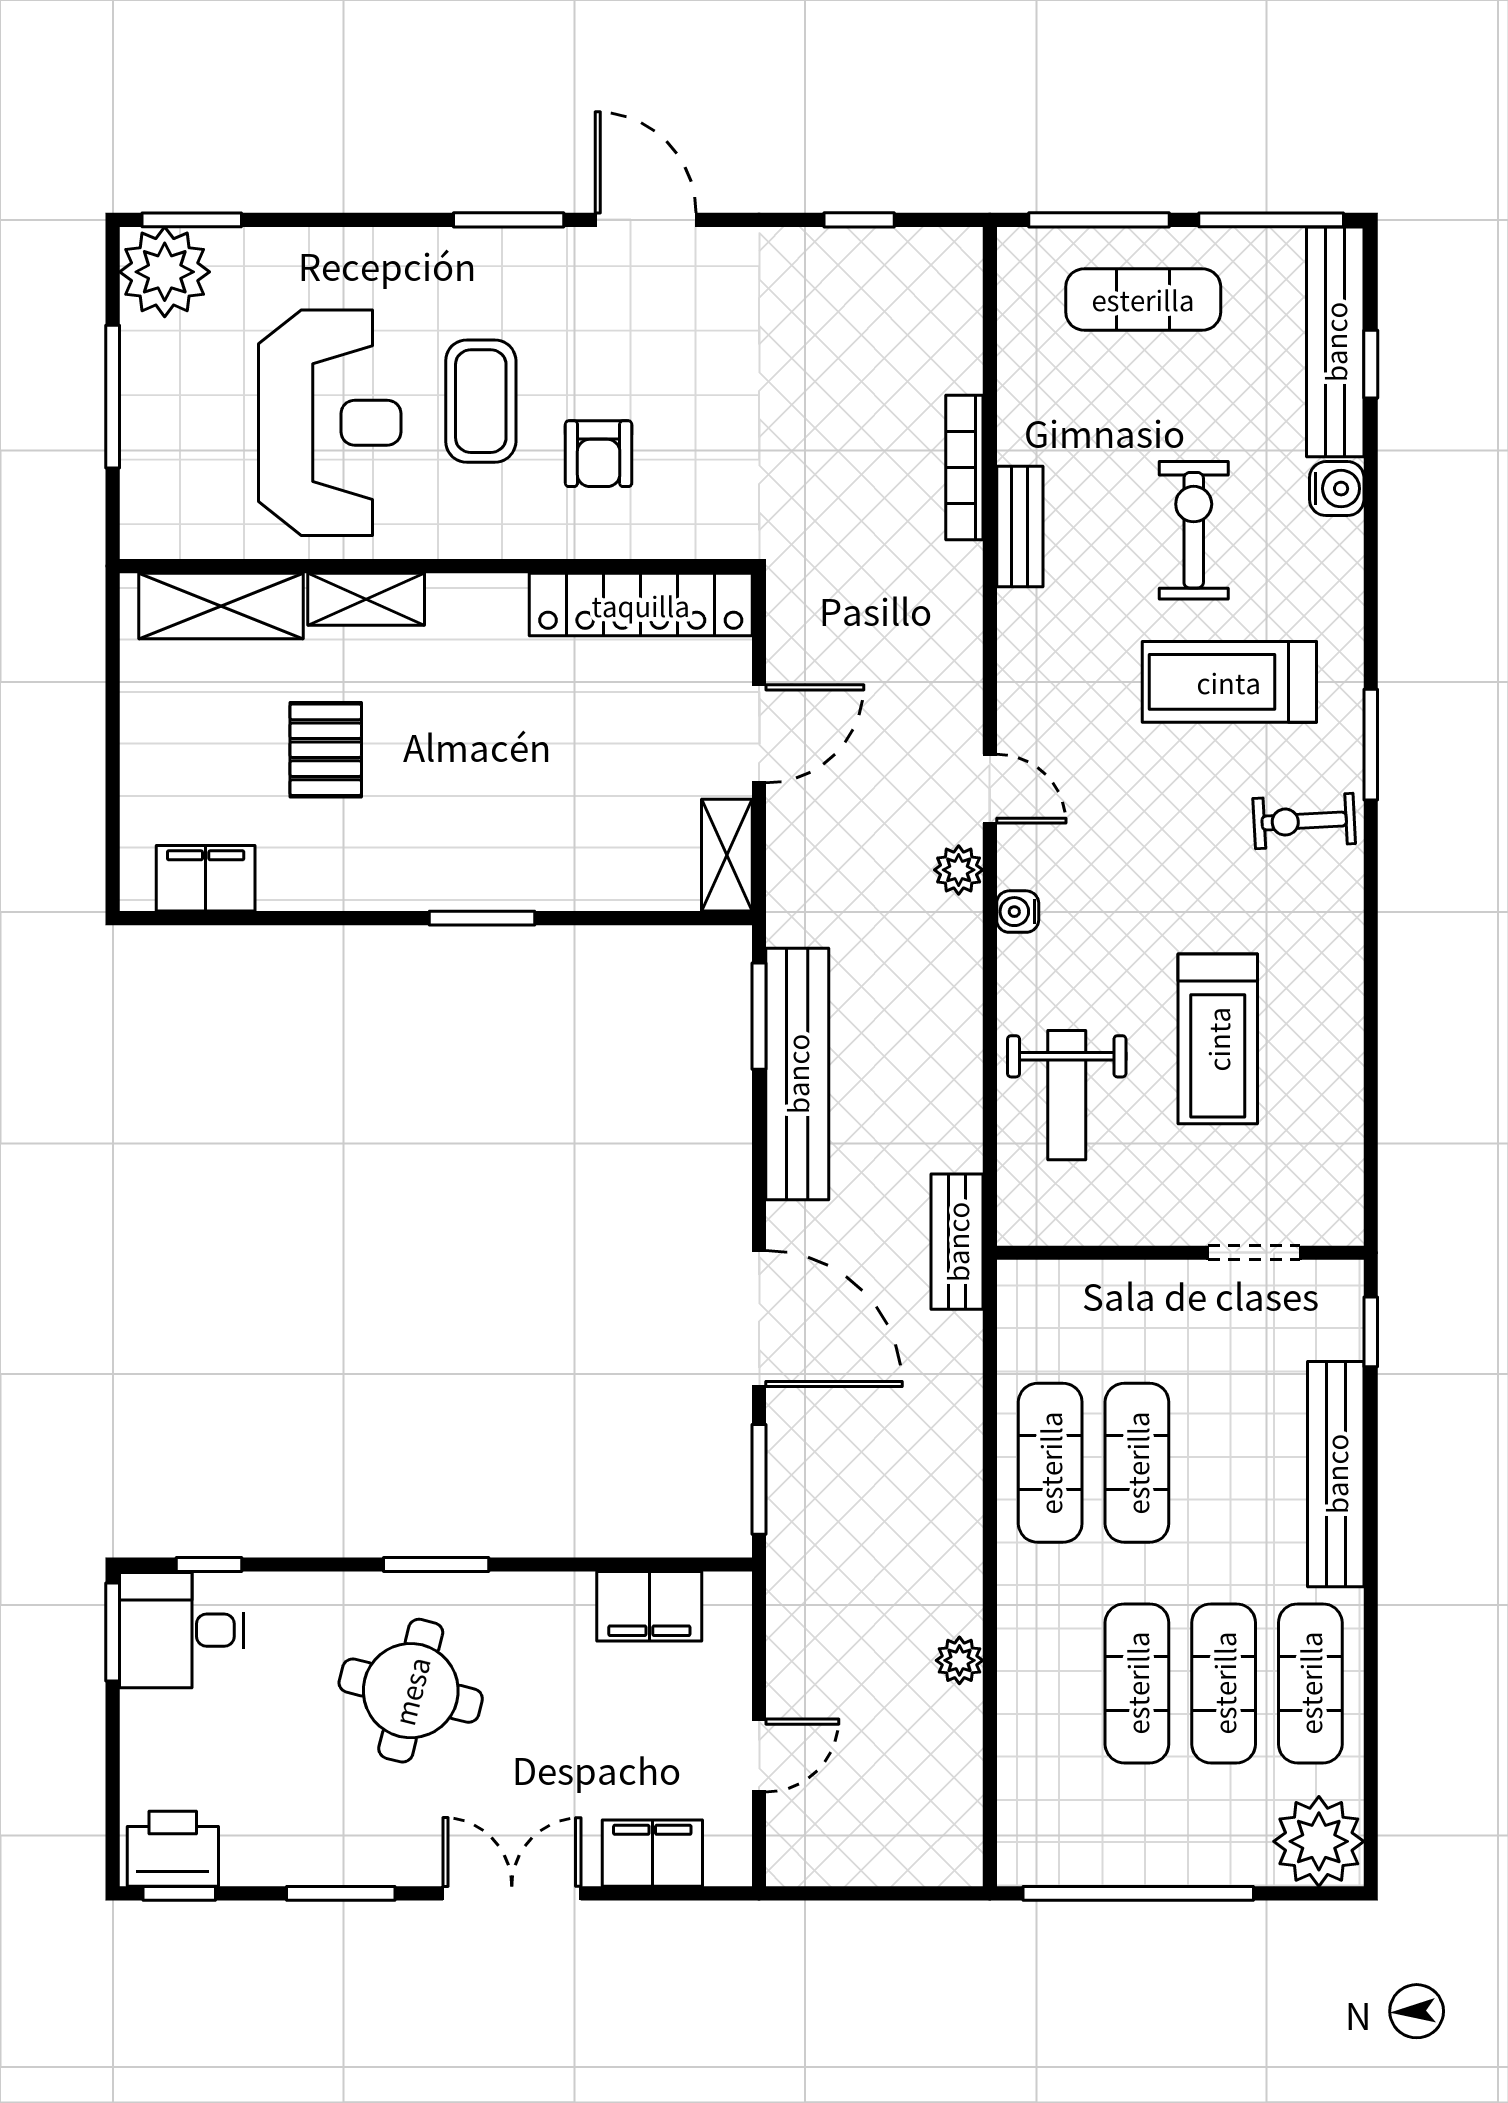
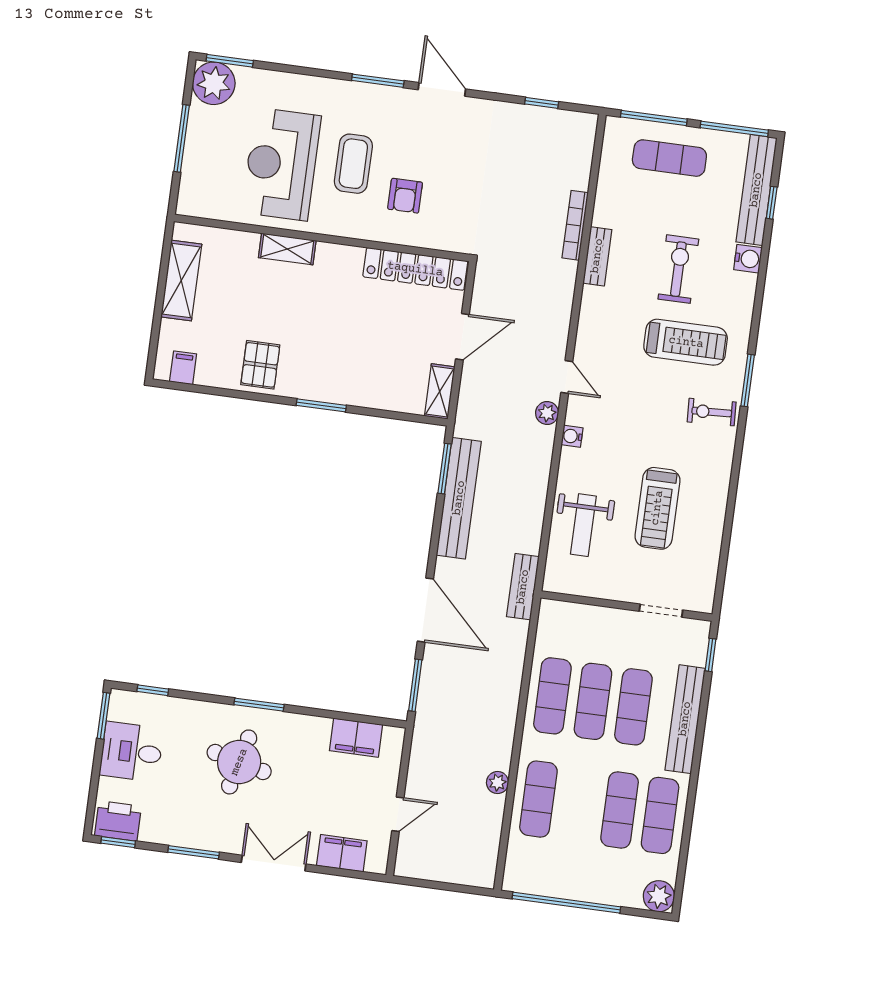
reception desk: (330, 423) -> (281, 164), turned 180
shelving: (221, 606) -> (181, 280), moved, turned 90
treadmill: (1229, 682) -> (686, 342), turned 180
pallet: (326, 750) -> (260, 365), moved
filing cabinet: (206, 878) -> (183, 368), width x0.50
exercise mat: (1224, 1463) -> (633, 707), added
desk: (182, 1630) -> (132, 752), moved
exercise mat: (1137, 1683) -> (538, 799), moved
plant: (1319, 1841) -> (659, 896), width x0.73, depth x0.73

